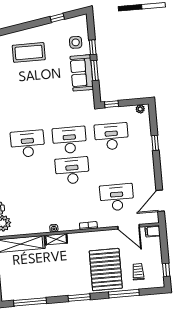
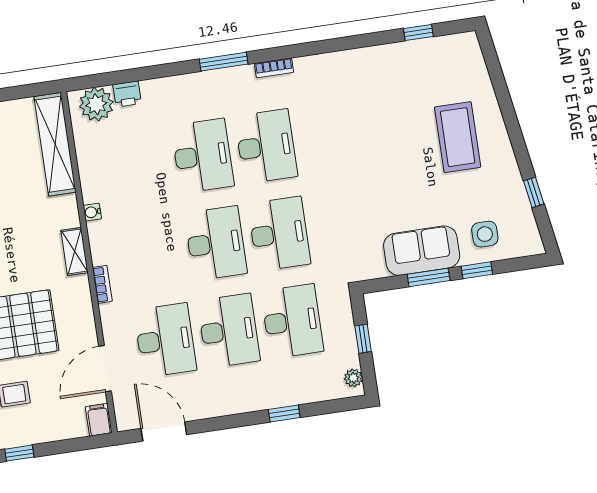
window: (112, 104) -> (363, 339), moved
desk: (114, 167) -> (229, 331), added
desk: (30, 174) -> (203, 156), added
shelving: (56, 239) -> (74, 251), moved

